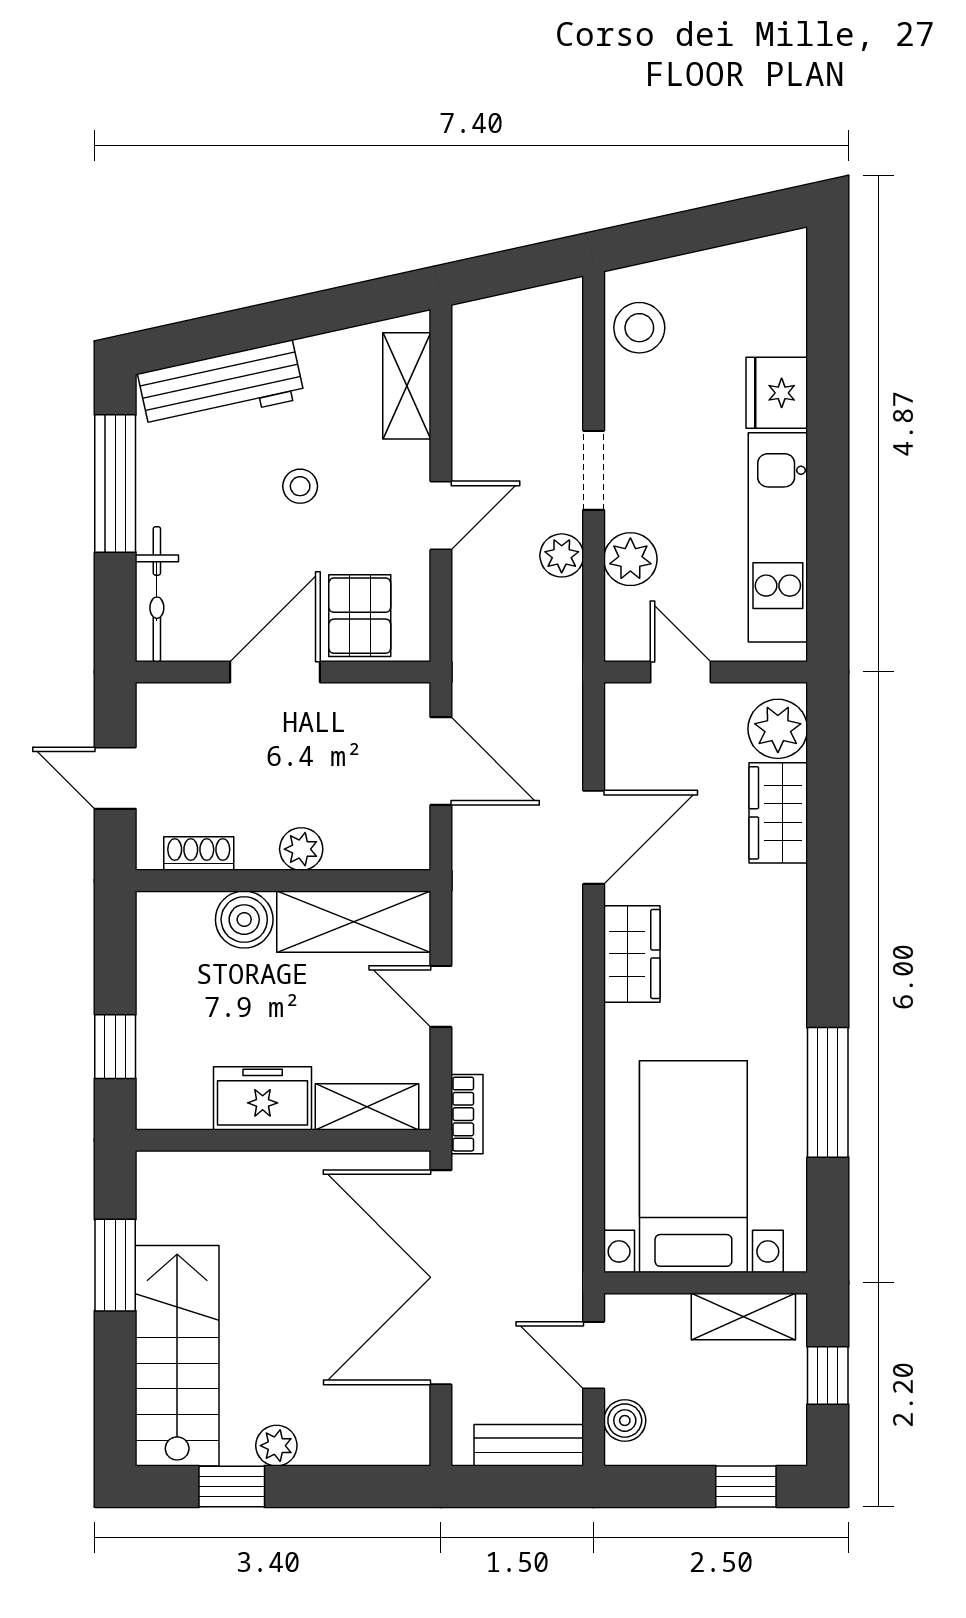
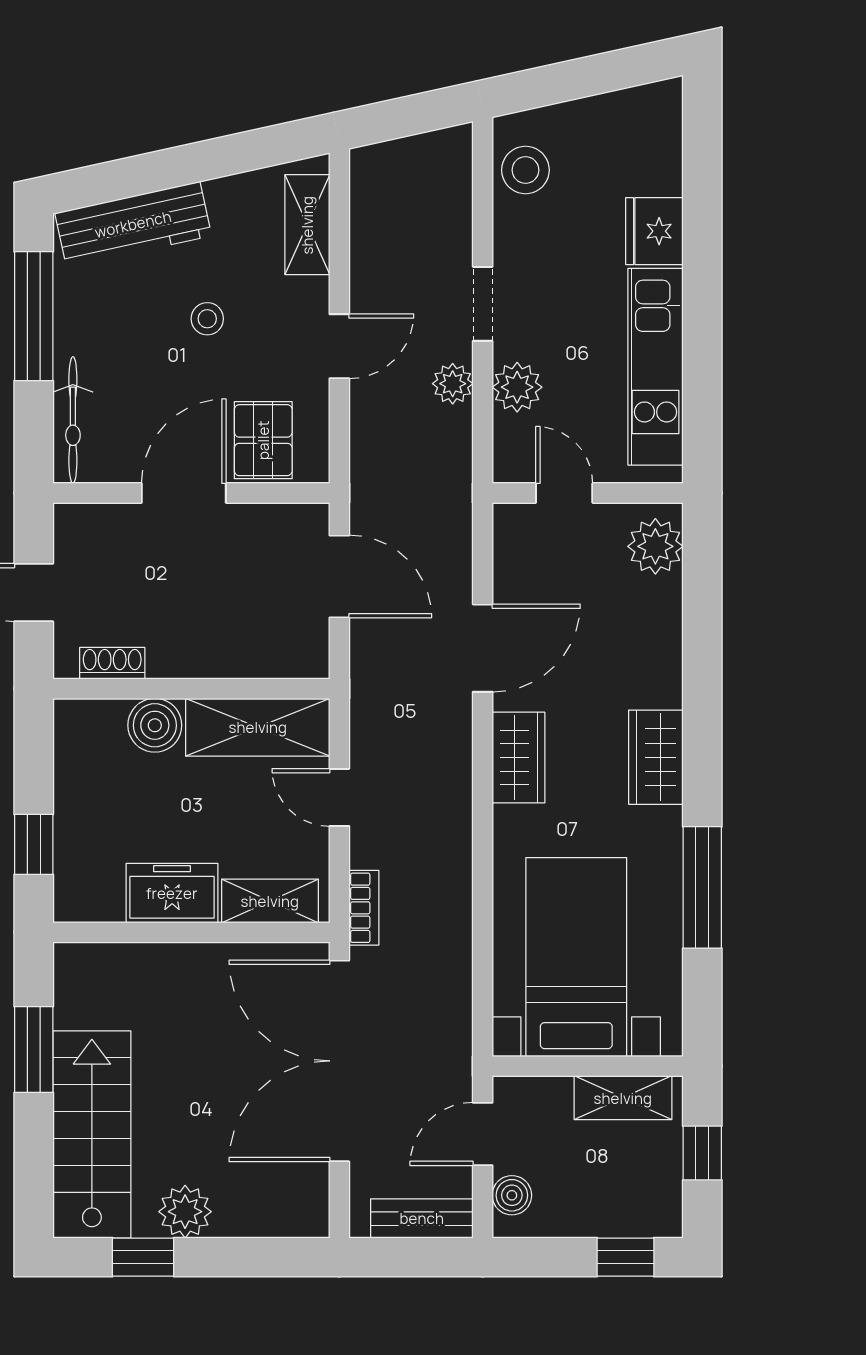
wardrobe: (778, 813) -> (656, 757), moved
plant: (301, 849) -> (208, 659), removed
door: (594, 1355) -> (483, 1134), hinge flipped
plant: (276, 1446) -> (185, 1212), width x1.38, depth x1.38

